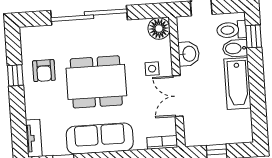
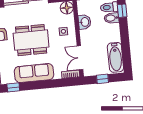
bathtub: (238, 84) -> (115, 57), moved
double door: (178, 96) -> (80, 58), moved

